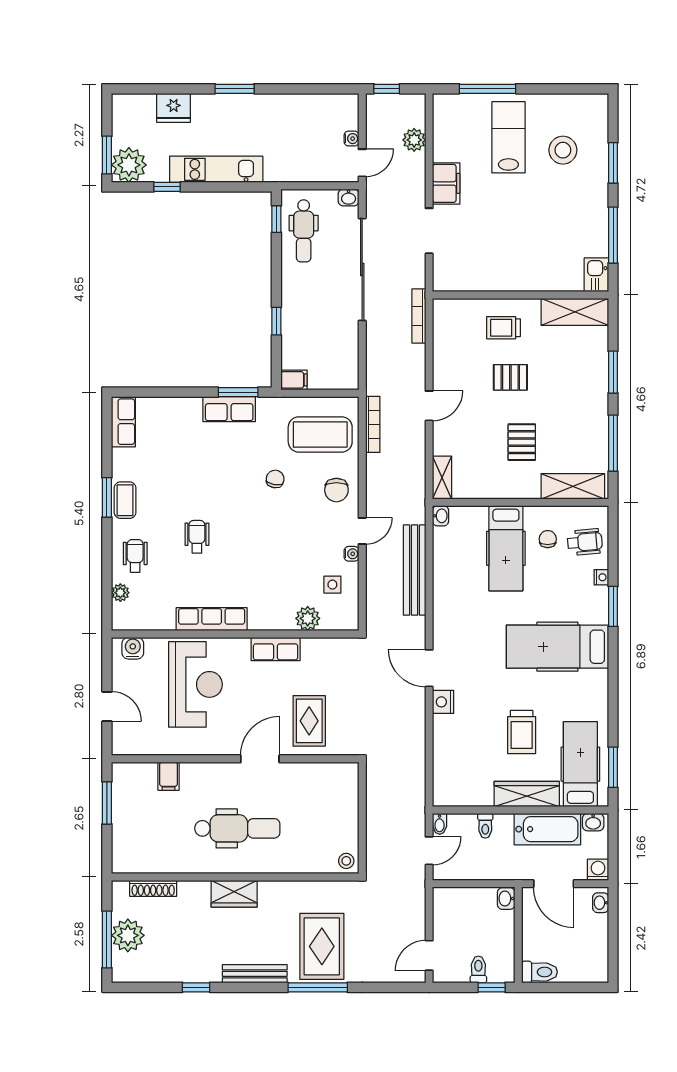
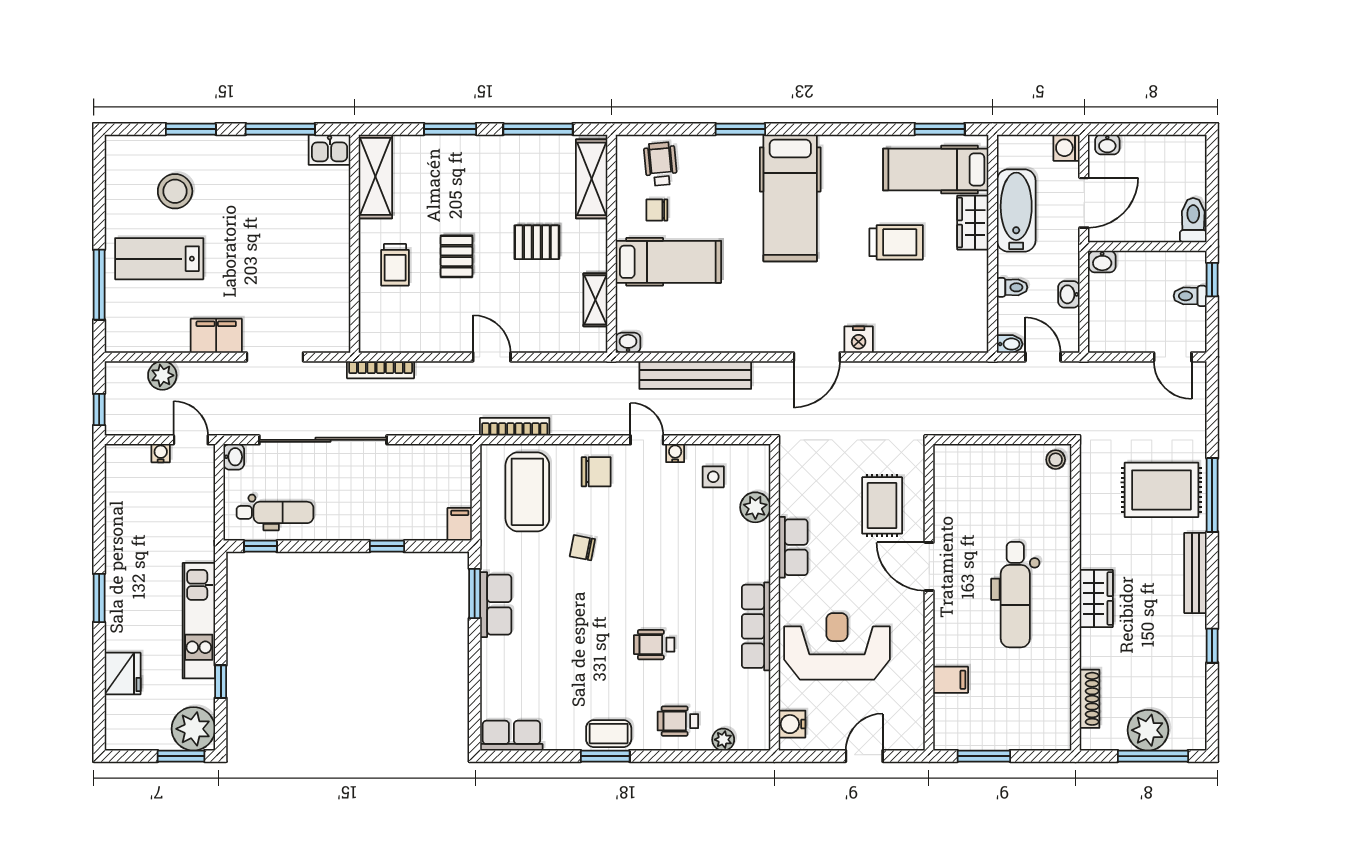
shelving: (442, 478) -> (595, 300), moved, turned 90
nightstand: (601, 577) -> (704, 144), removed
rug: (309, 721) -> (882, 505), turned 90
wardrobe: (527, 794) -> (973, 223), width x0.67
washbasin: (593, 822) -> (1069, 294), moved, turned 180
dental chair: (237, 828) -> (1015, 595), turned 180

